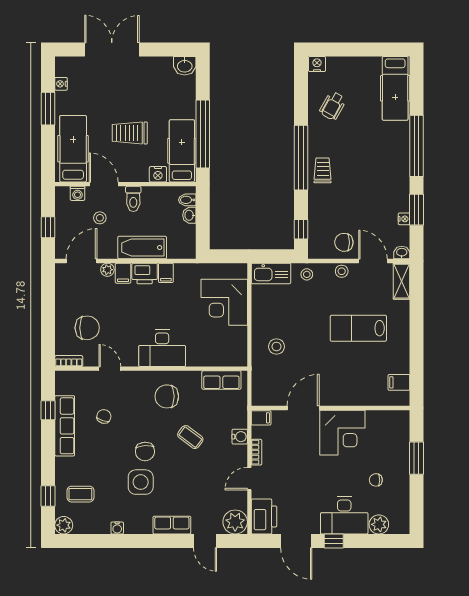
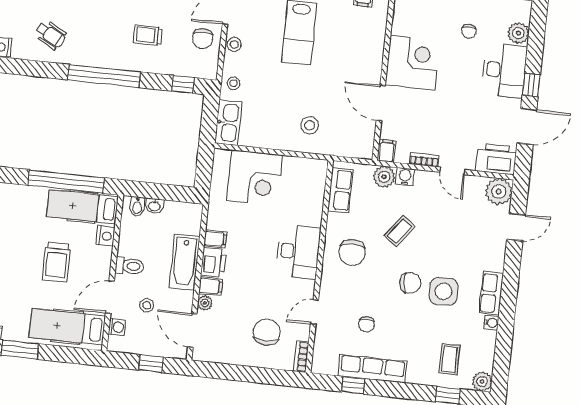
trolley: (323, 170) -> (148, 35), moved
chair: (104, 416) -> (367, 324), turned -107
plant: (237, 418) -> (384, 177), added
row of seats: (172, 525) -> (491, 293), moved

